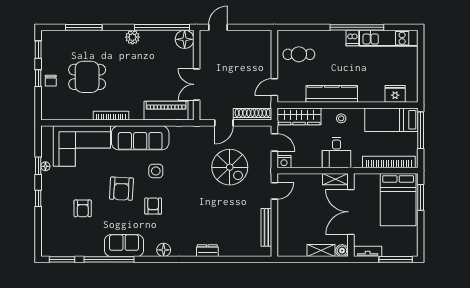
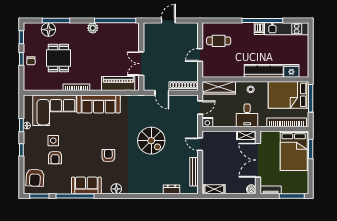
door: (218, 27) -> (168, 20), moved
floor lamp: (185, 39) -> (48, 30), moved
dining table: (87, 77) -> (58, 58), turned 90
door: (274, 87) -> (200, 55), moved
kitchen counter: (332, 94) -> (264, 71), moved
bed: (391, 120) -> (289, 95), width x1.50
door: (224, 123) -> (162, 93), hinge flipped
door: (274, 142) -> (200, 107), hinge flipped
spiral stairs: (230, 167) -> (151, 141), moved
side table: (156, 171) -> (53, 141), moved
armchair: (121, 189) -> (35, 178), moved
door: (274, 191) -> (200, 144), swing flipped
dresser: (207, 251) -> (171, 189), moved
shelving: (321, 251) -> (214, 189), moved

